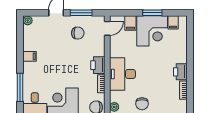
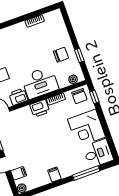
filing cabinet: (43, 23) -> (19, 173), added
chair: (78, 33) -> (17, 138), removed
printer: (180, 72) -> (18, 97), moved, turned 180

